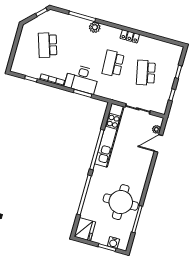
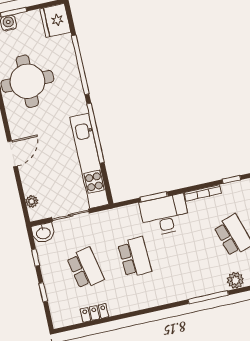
plant: (95, 27) -> (235, 280), moved
locker: (130, 36) -> (94, 313), moved
washbasin: (160, 107) -> (43, 233), added
door: (158, 143) -> (13, 154), moved

